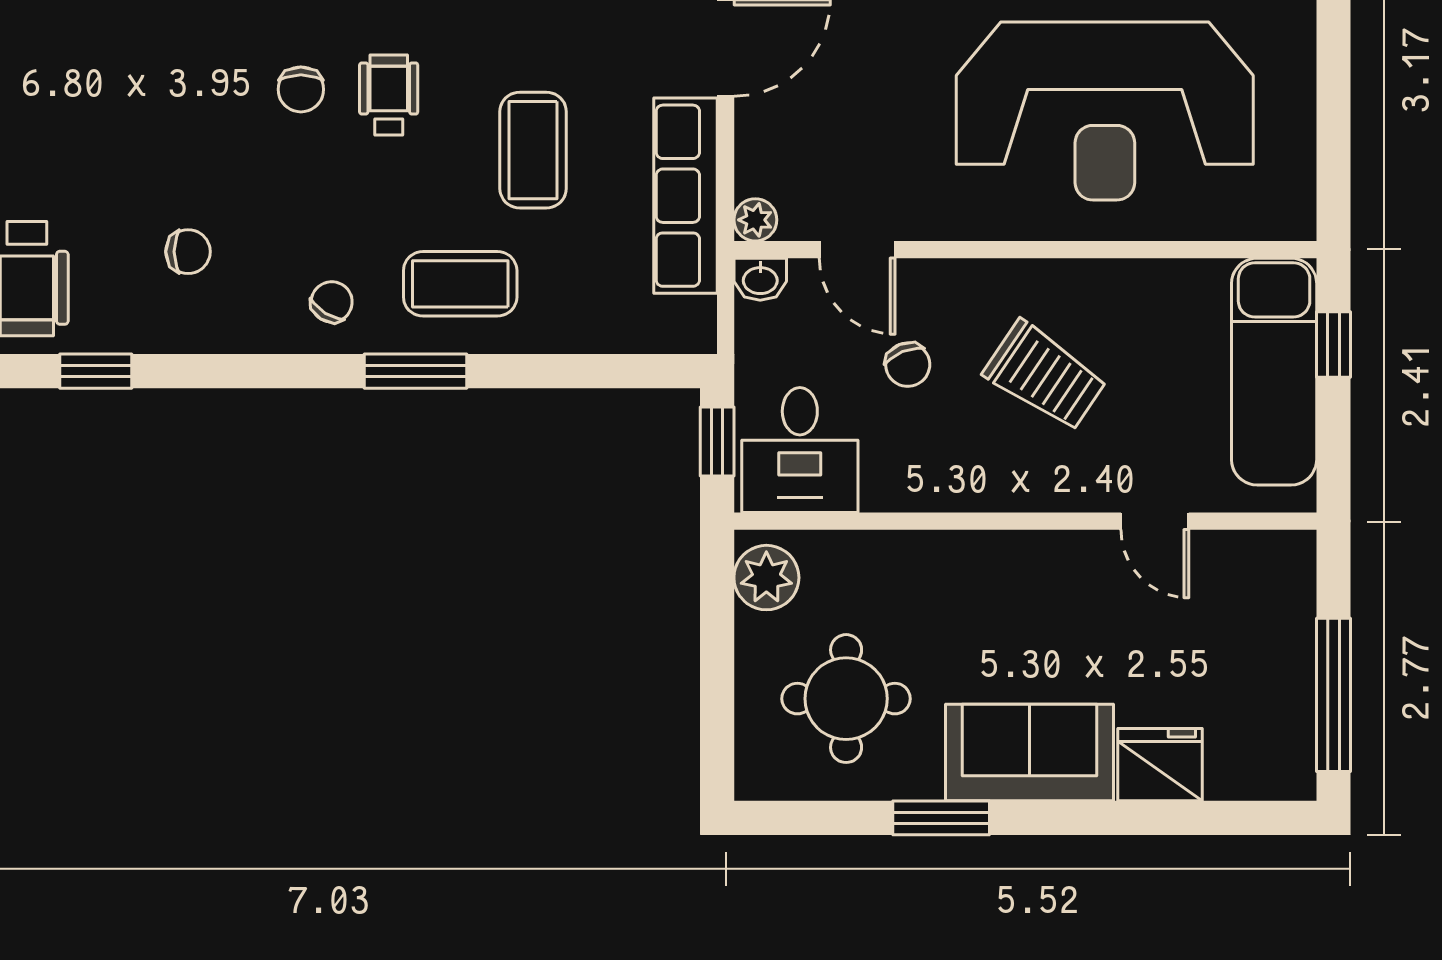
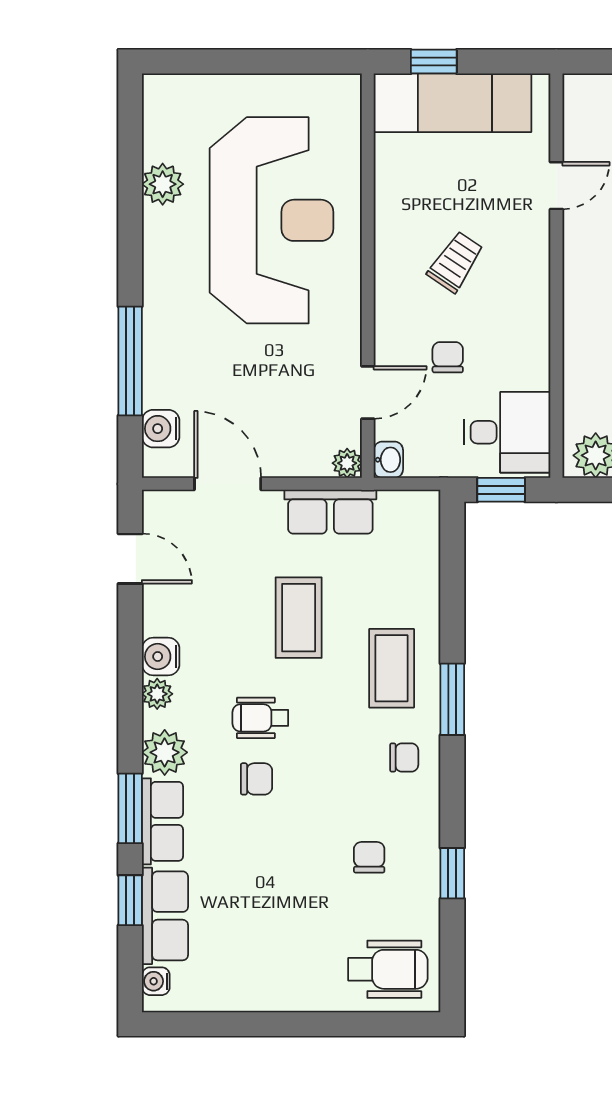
coffee table: (533, 150) -> (299, 618), turned 90
row of seats: (685, 196) -> (330, 512), width x0.68
chair: (332, 302) -> (404, 757), turned 148
chair: (908, 365) -> (448, 357), turned -68
window: (96, 371) -> (452, 873), moved
trolley: (1045, 376) -> (455, 262), width x0.73, depth x0.72

